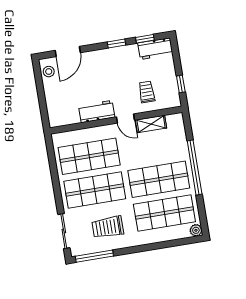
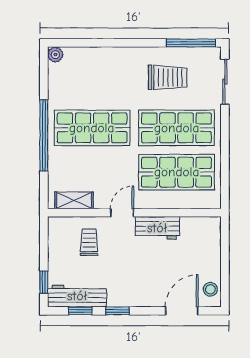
workbench: (155, 49) -> (77, 296), width x1.38
window: (181, 84) -> (44, 282), moved
trolley: (147, 92) -> (89, 242), turned 180
door: (125, 119) -> (122, 213), hinge flipped
shelving: (151, 124) -> (74, 200), moved
shop shelf: (164, 213) -> (92, 83), removed

